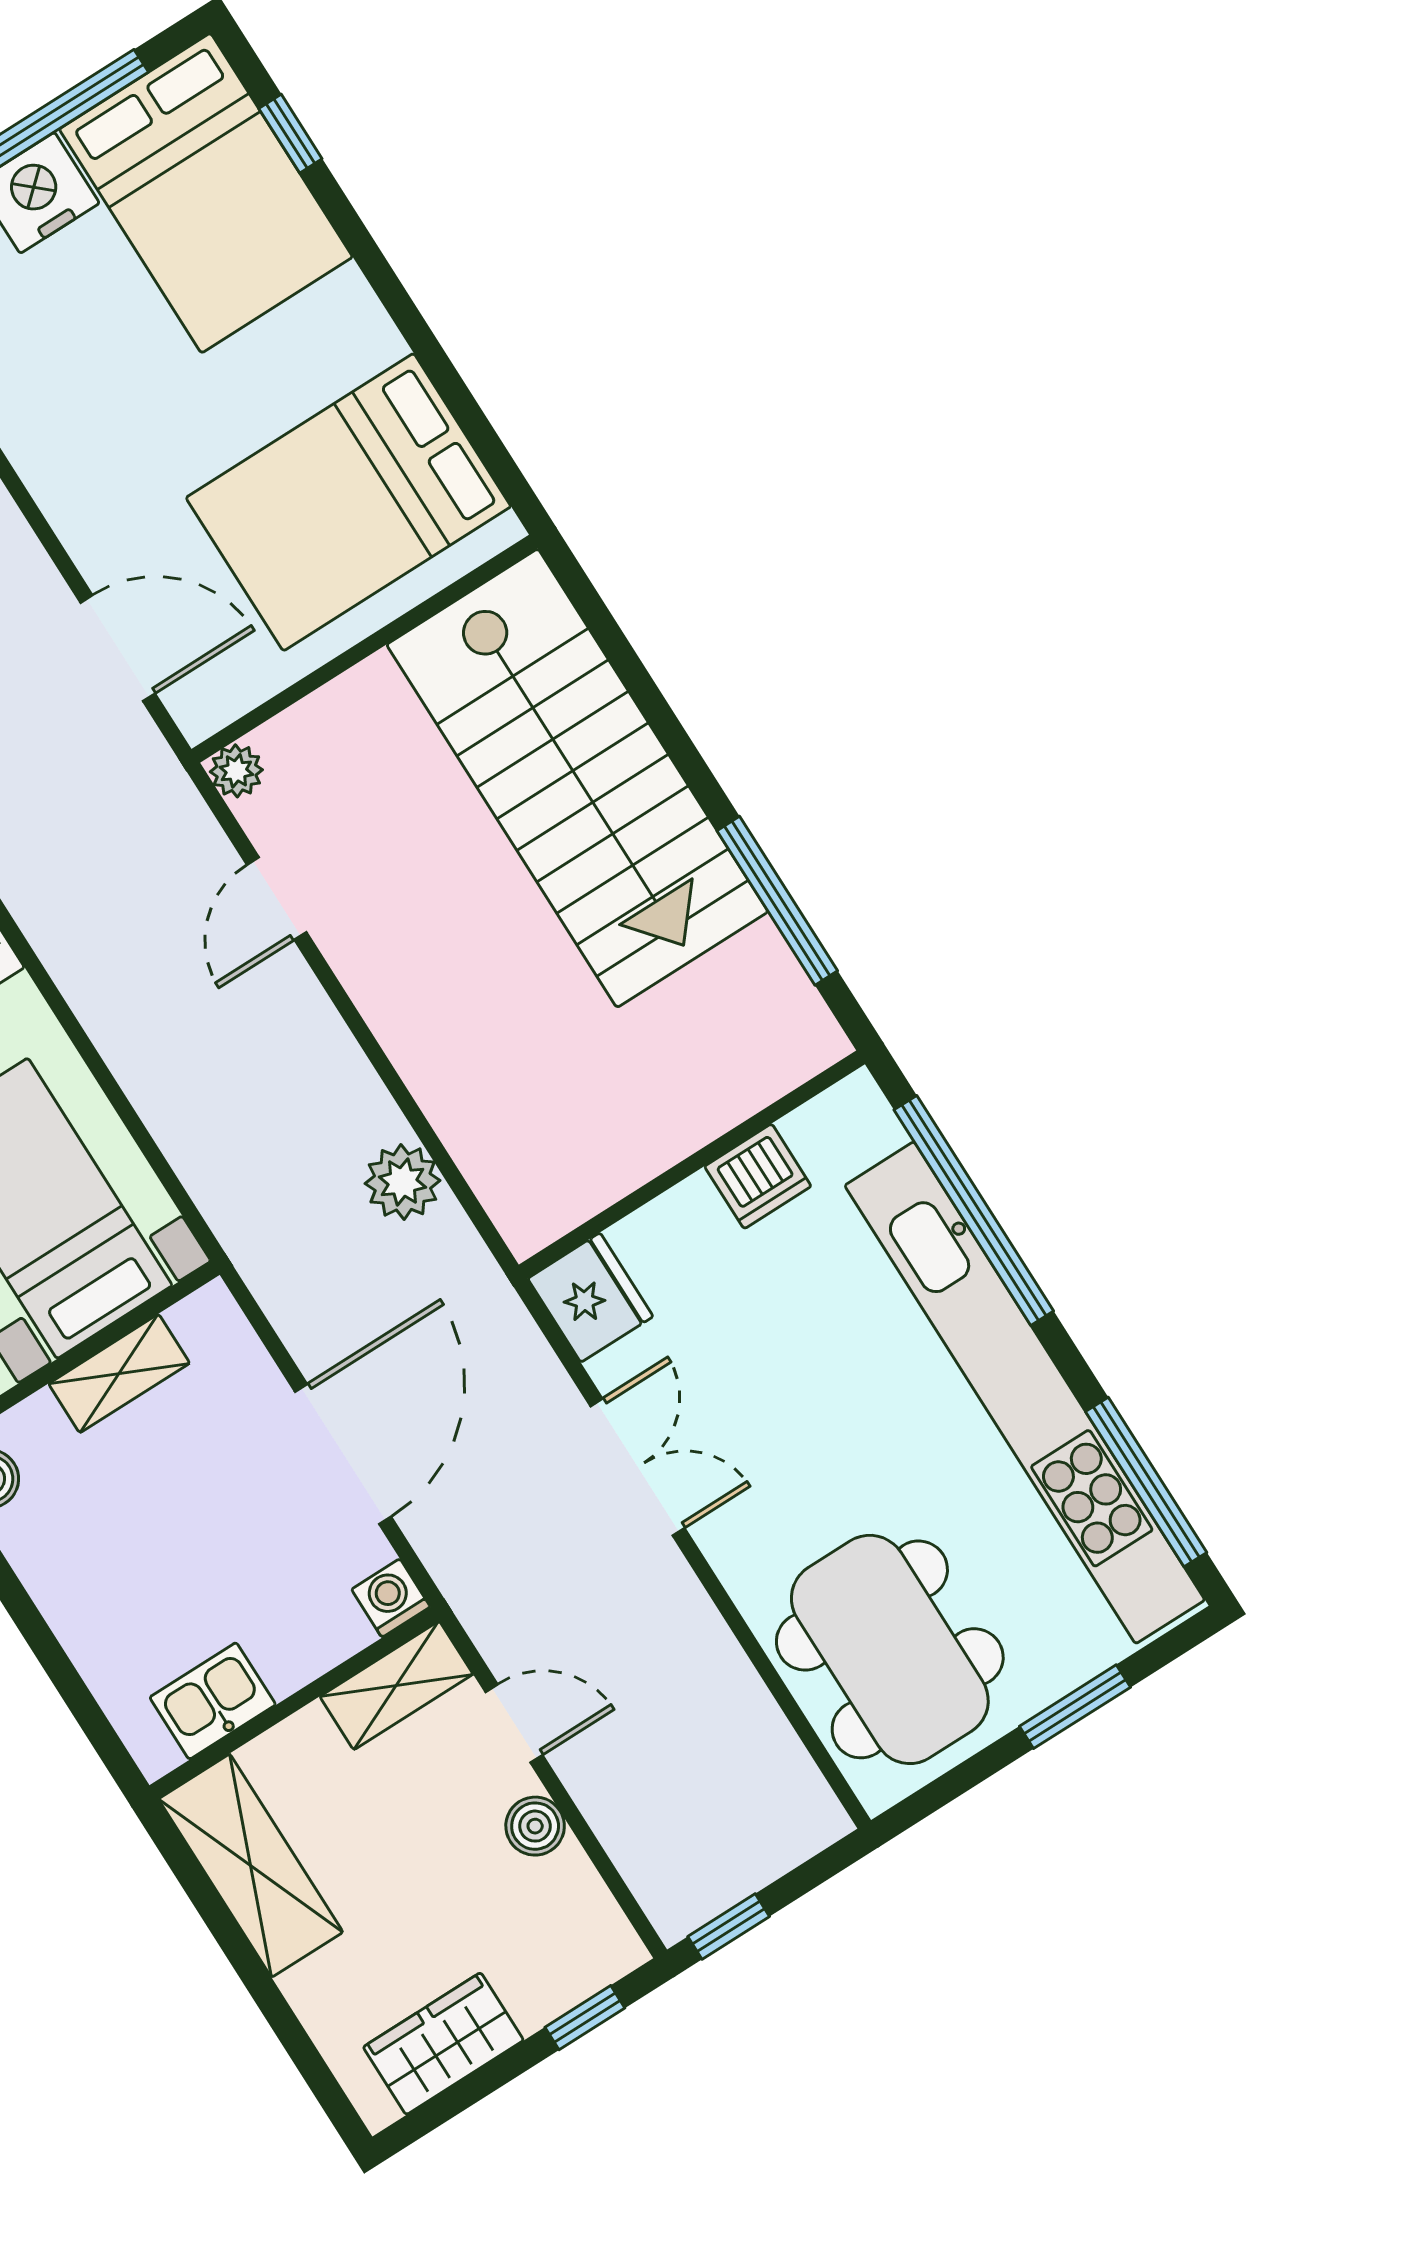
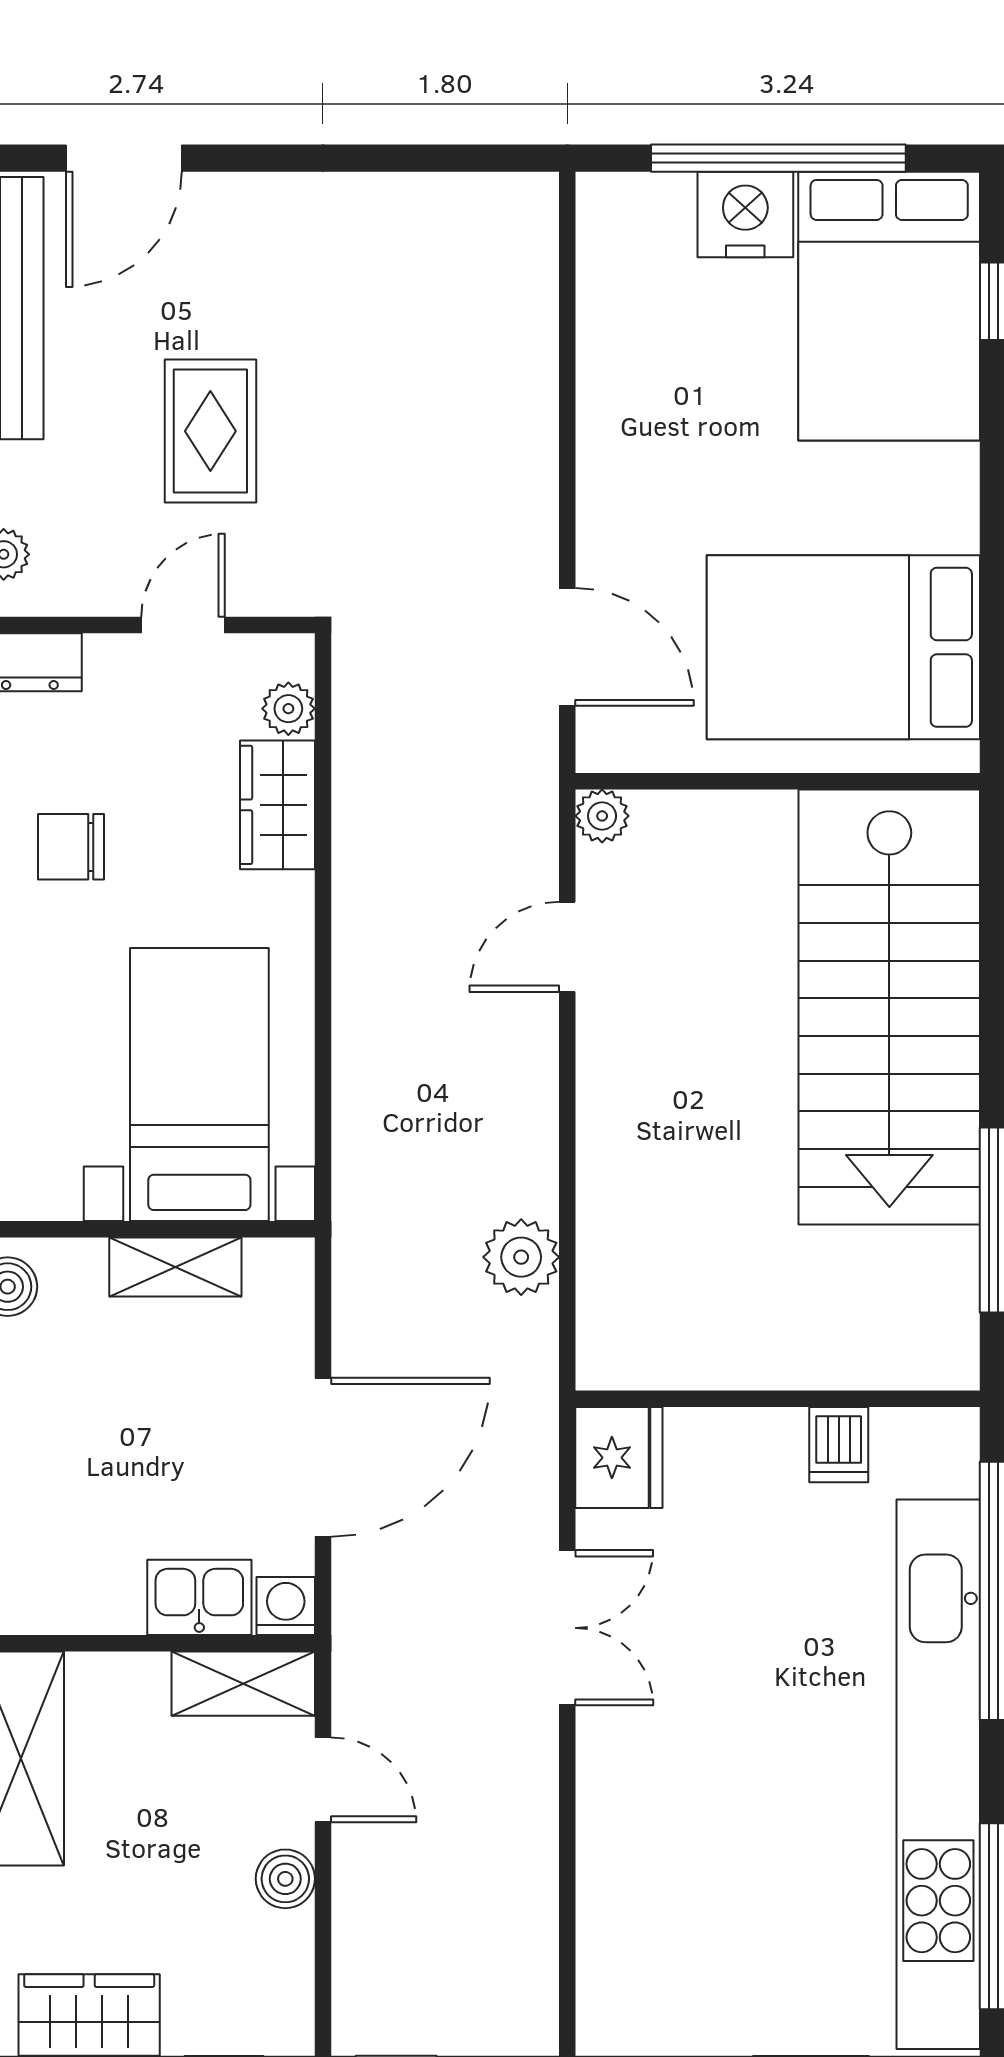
dishwasher: (758, 1176) -> (839, 1445), width x0.73
dining table: (890, 1649) -> (684, 1920), removed
kitchen sink: (213, 1701) -> (199, 1597), moved

